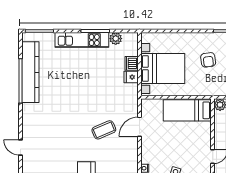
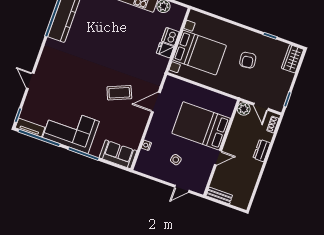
bed: (187, 110) -> (201, 126), moved, width x1.50

